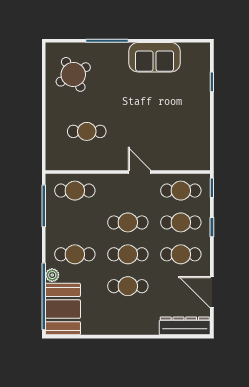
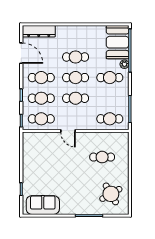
sofa: (155, 57) -> (43, 205), moved

